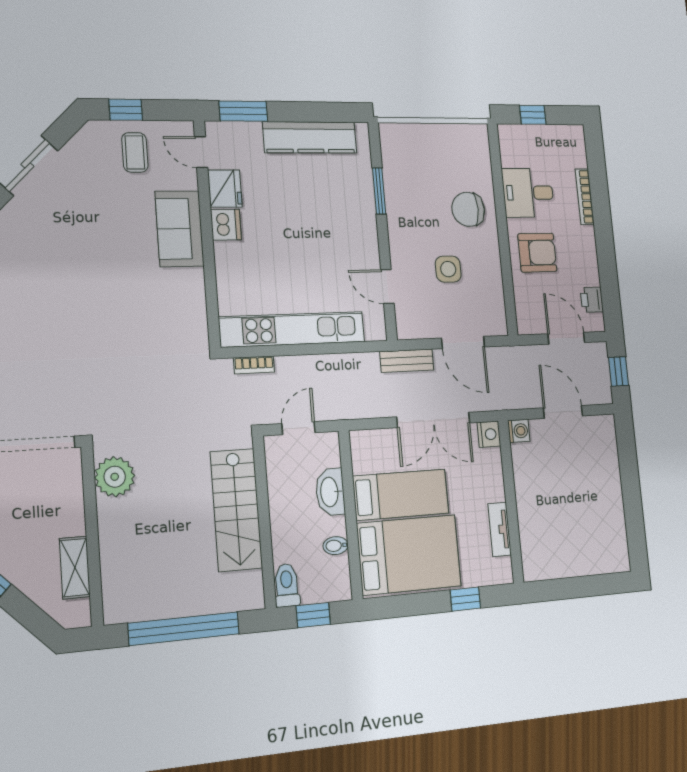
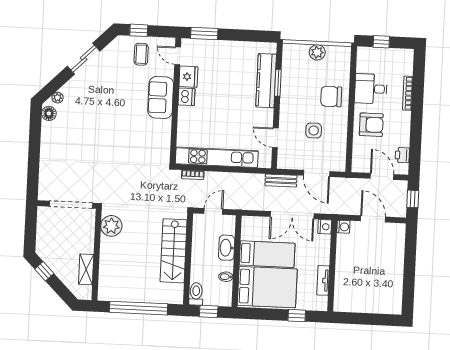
plant: (436, 136) -> (317, 52), added
kitchen counter: (310, 137) -> (266, 81), moved, turned 90

